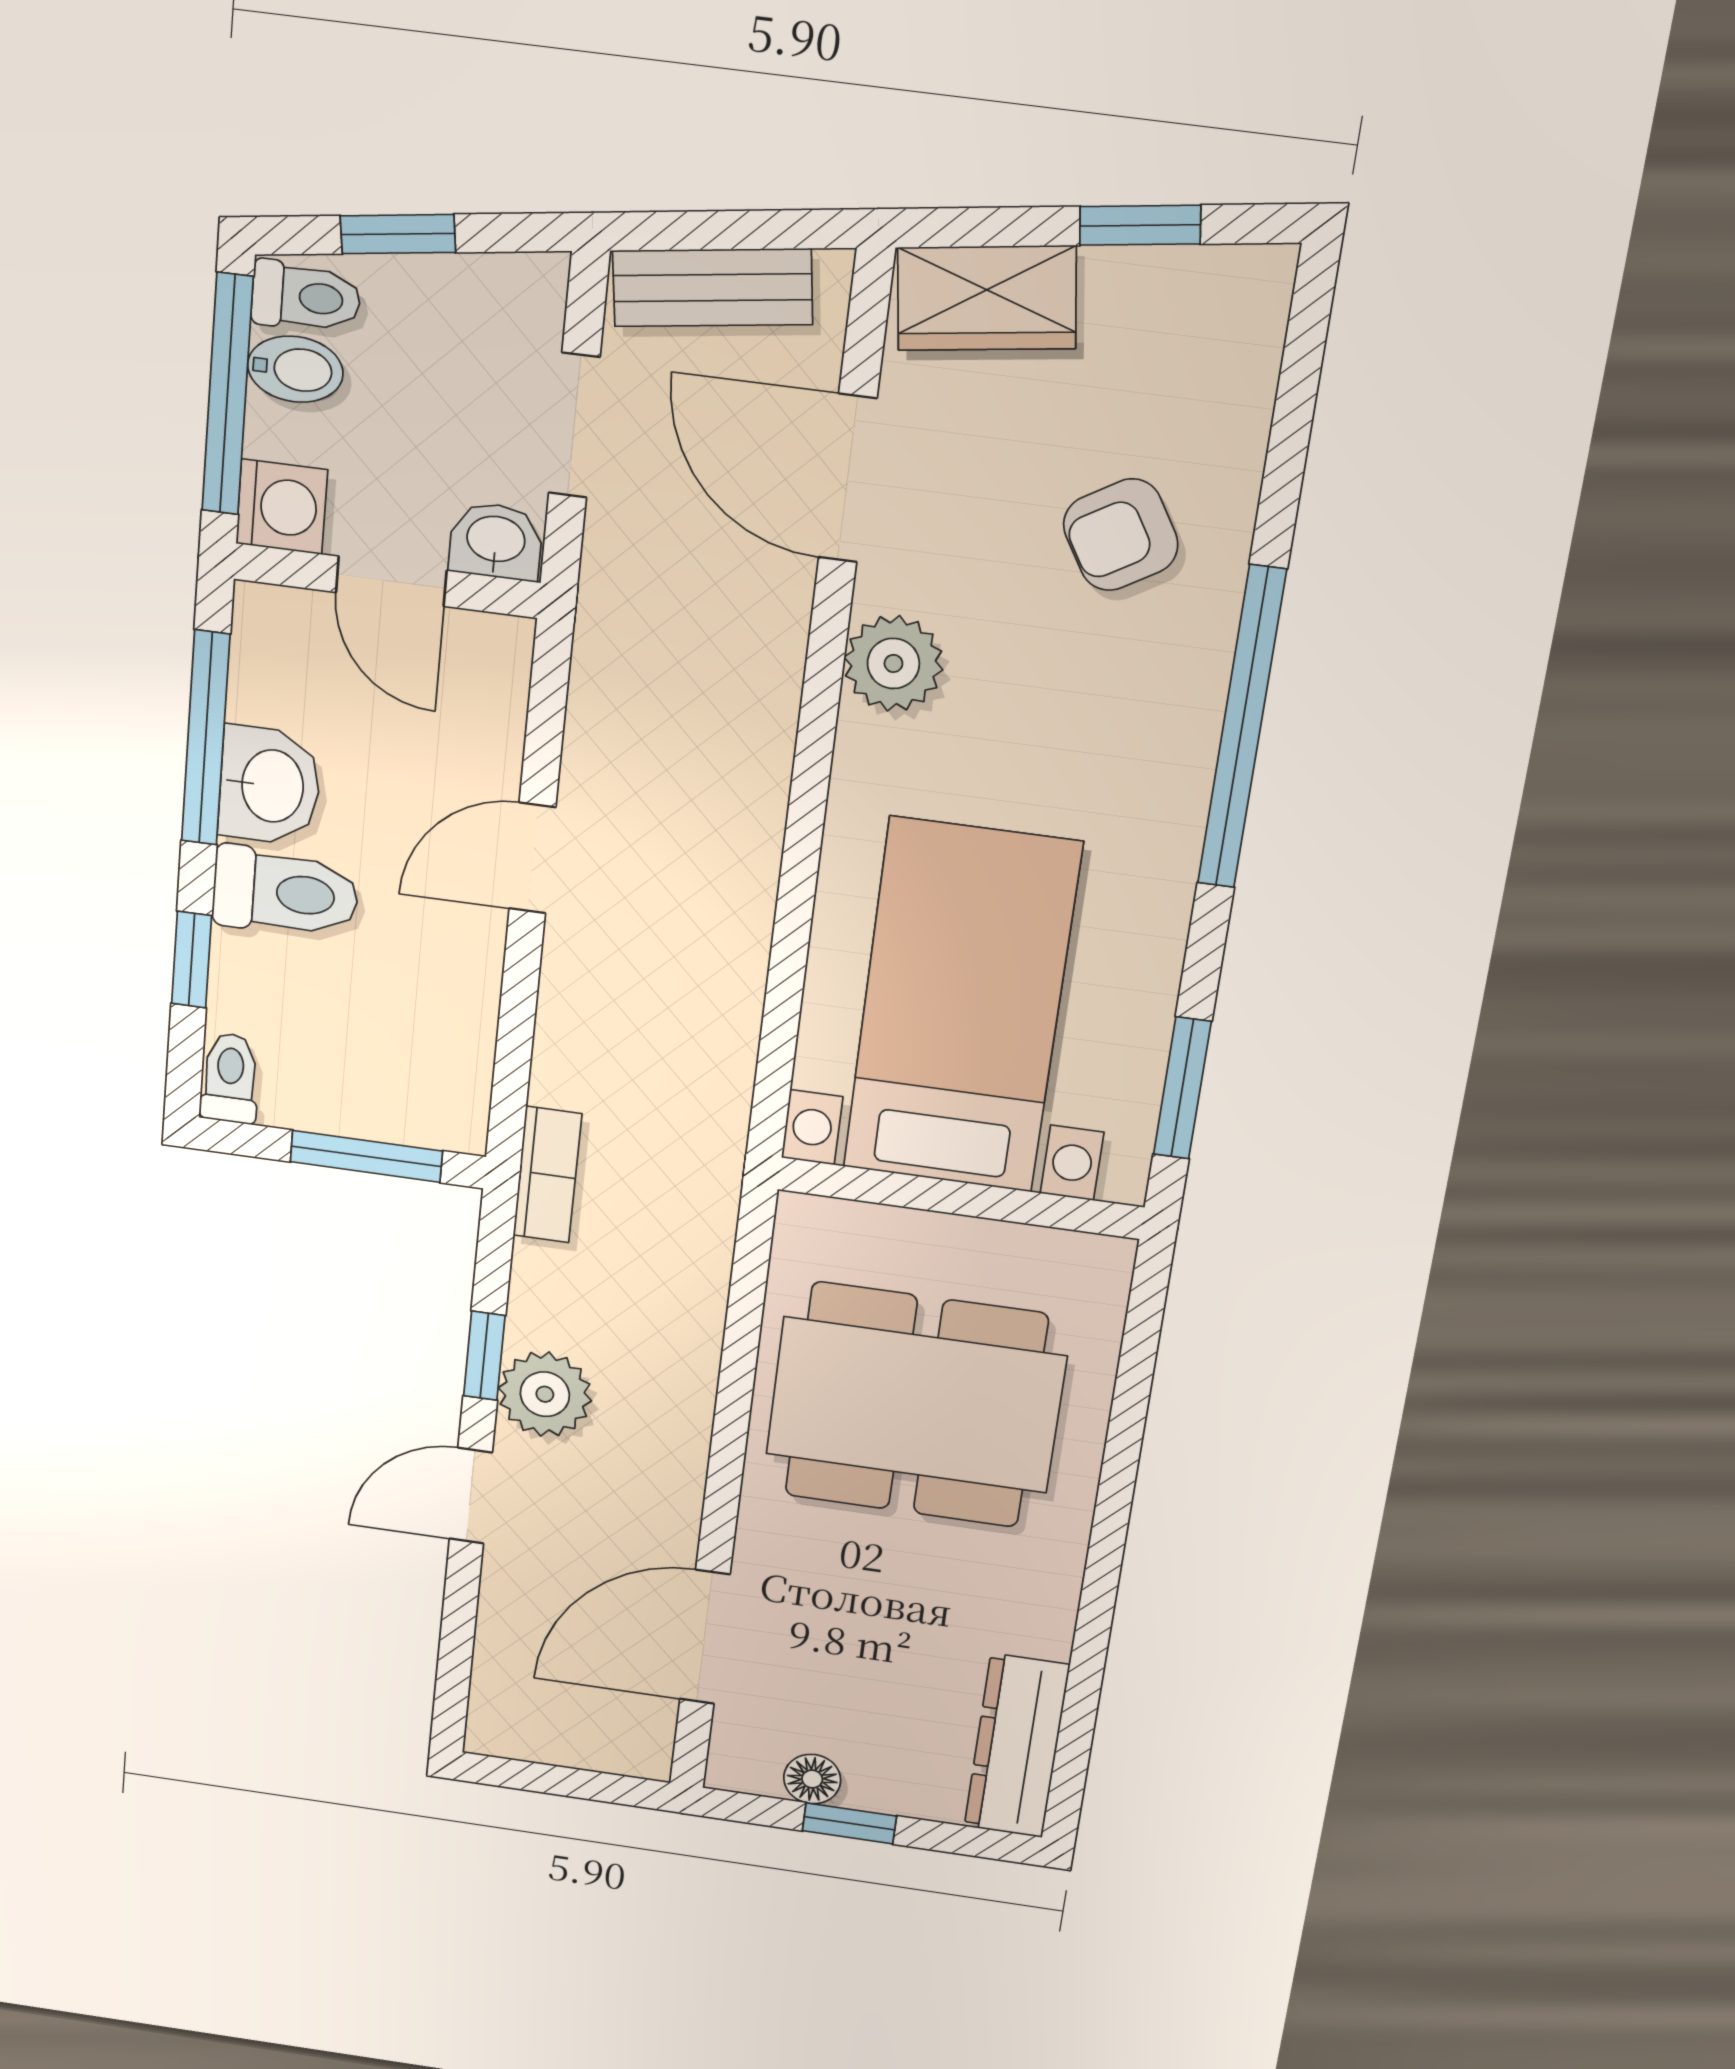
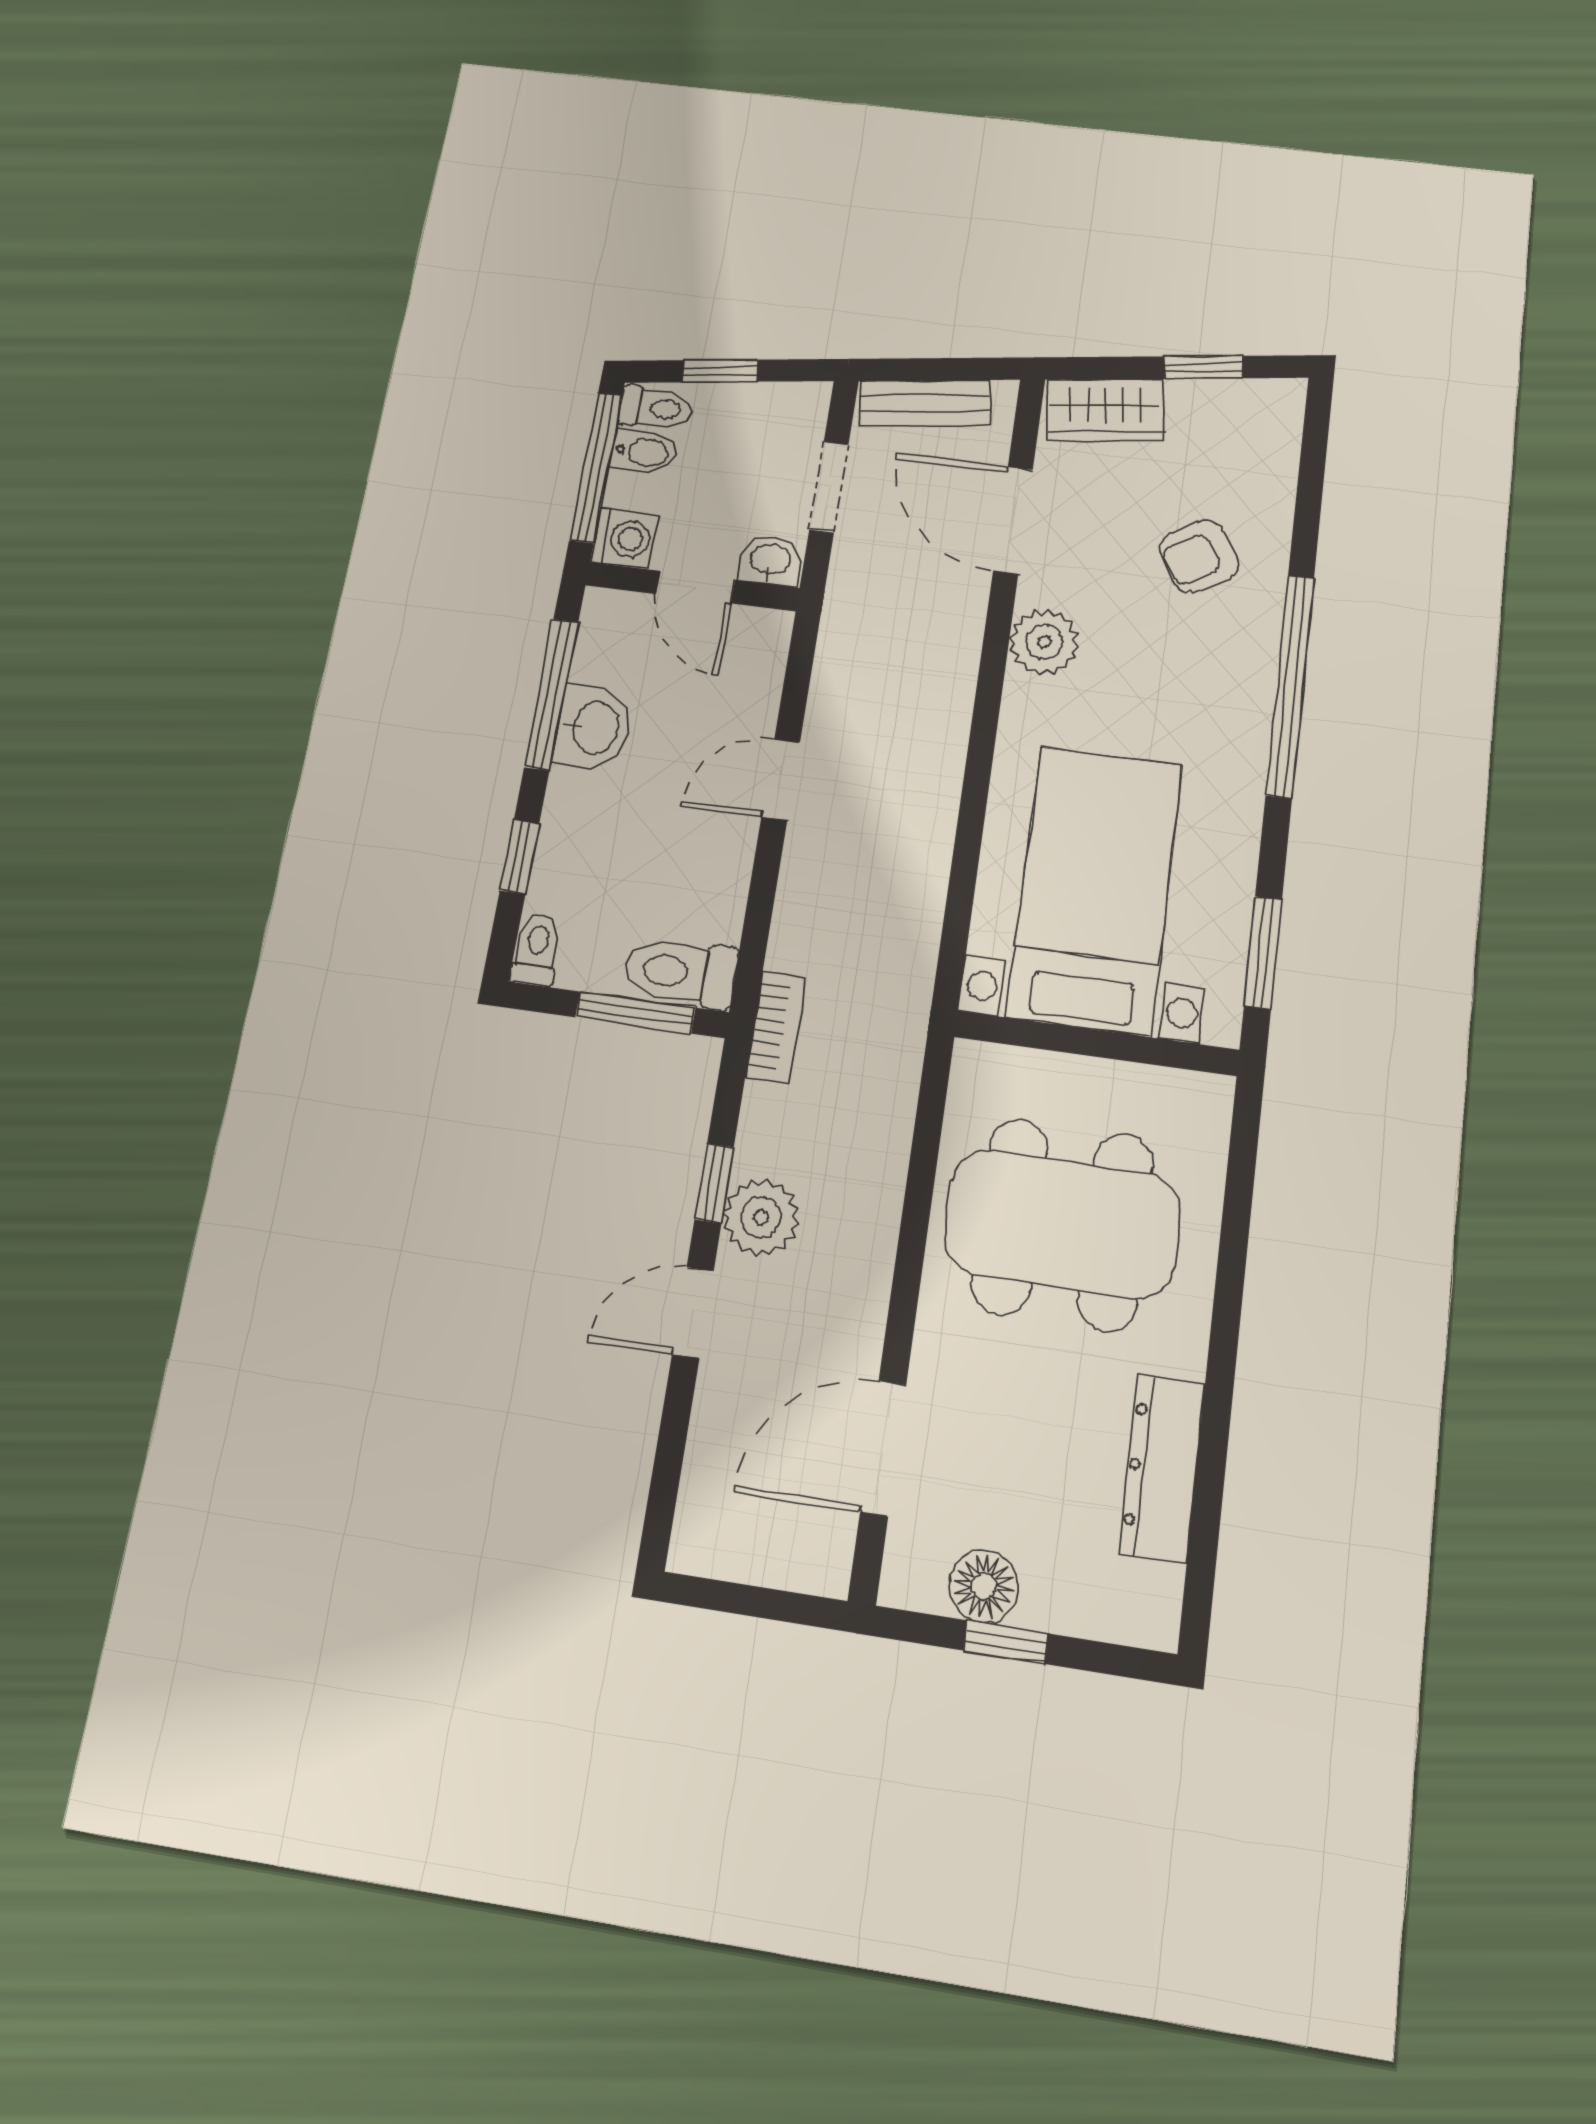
toilet: (285, 892) -> (680, 972), moved, turned 180
dresser: (1017, 1746) -> (1162, 1468), moved
floor lamp: (812, 1779) -> (984, 1586), width x1.37, depth x1.37

